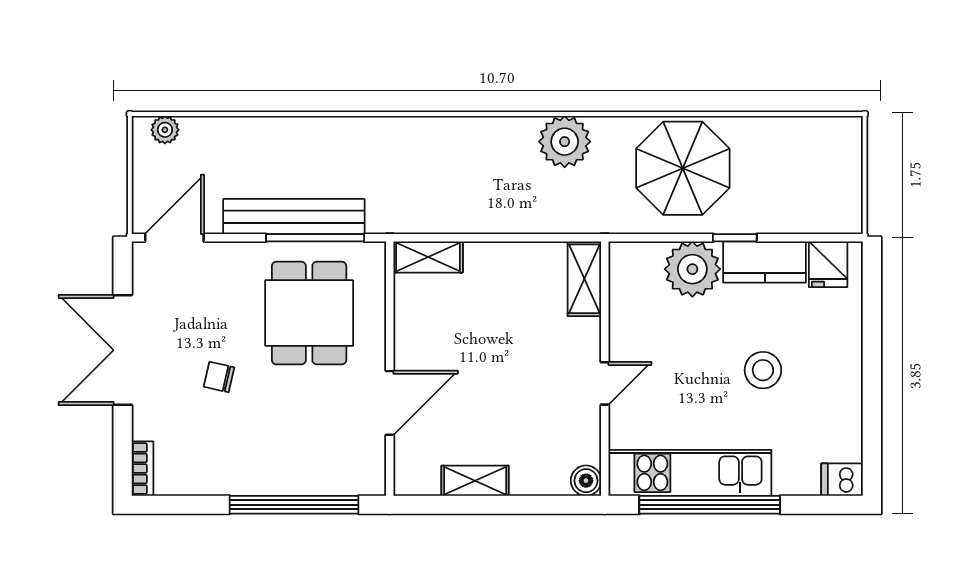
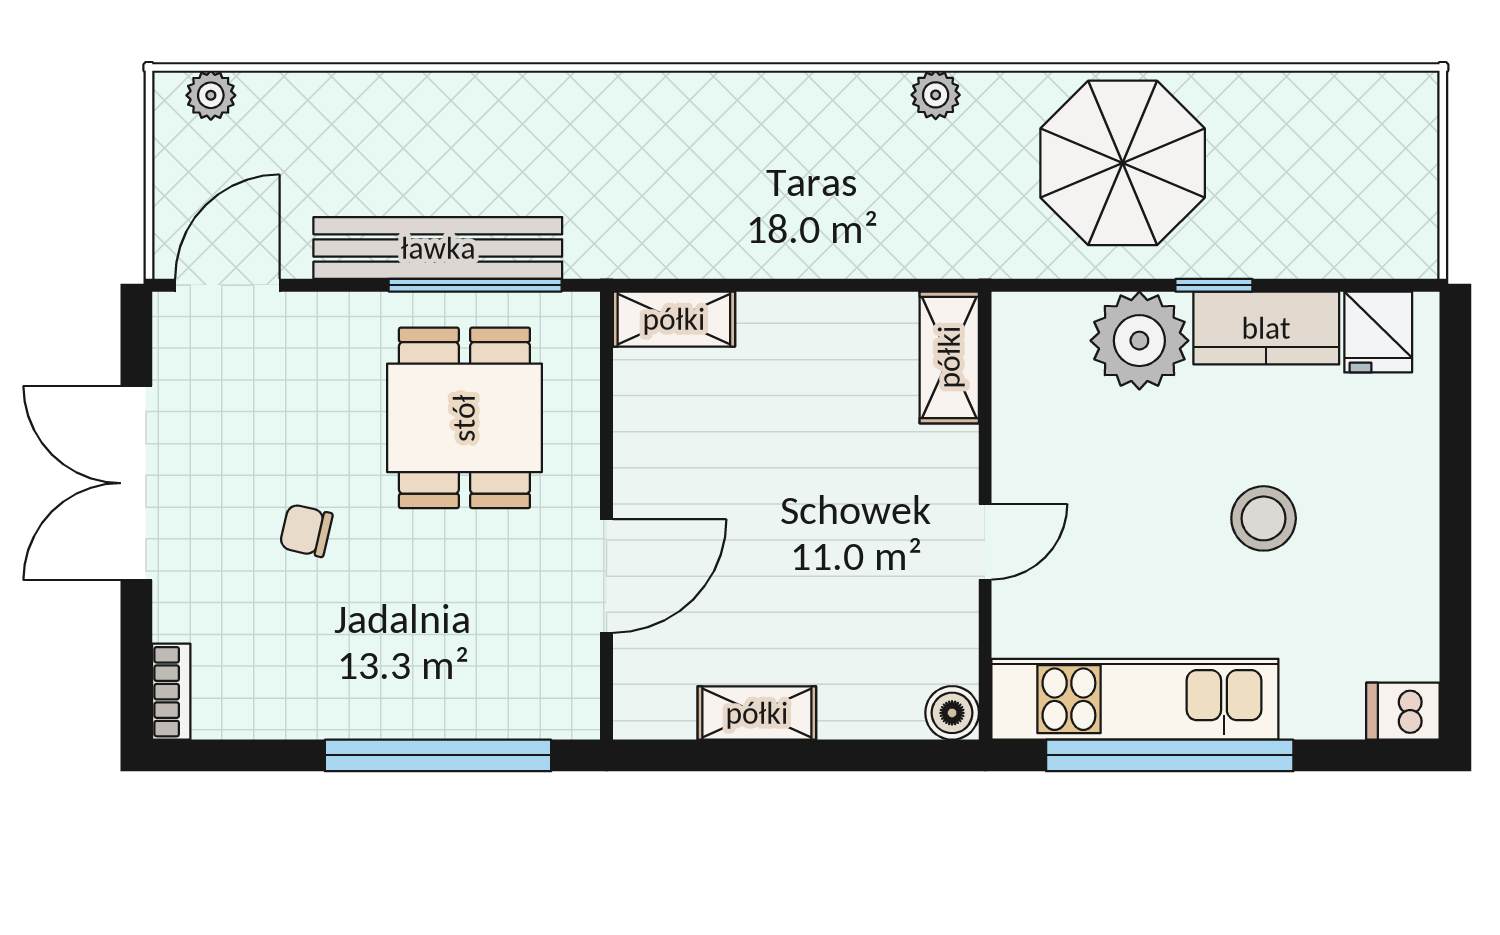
plant: (565, 142) -> (936, 95), width x0.53, depth x0.53

